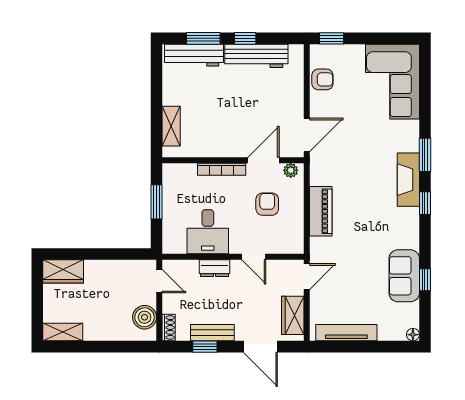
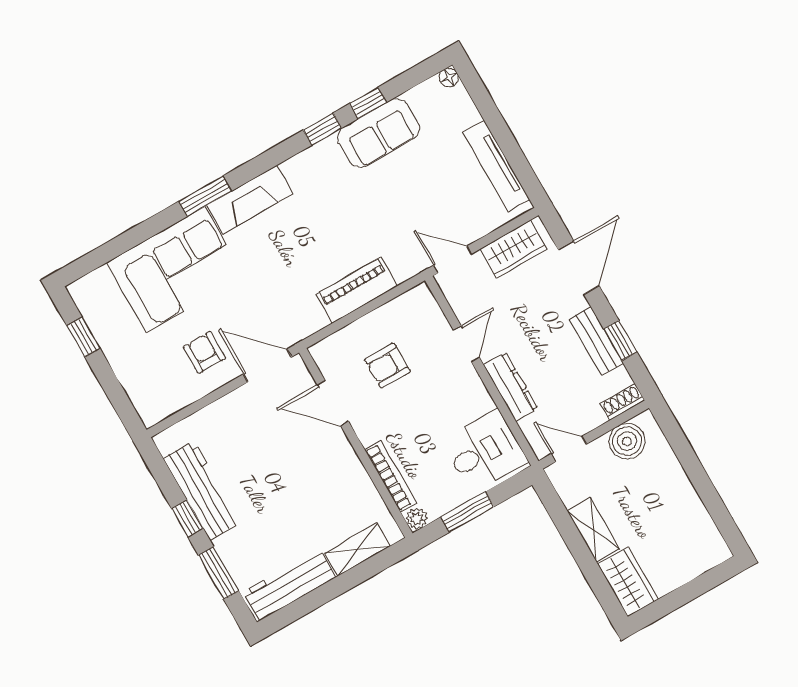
window: (332, 38) -> (83, 337), moved
workbench: (194, 55) -> (290, 585), moved, turned -90
armchair: (322, 79) -> (204, 352), moved
corner sofa: (392, 82) -> (176, 269), moved
bookcase: (222, 169) -> (391, 477), moved
plant: (291, 170) -> (417, 519), moved
window: (425, 203) -> (323, 129), moved
desk: (208, 232) -> (484, 451), moved
dresser: (215, 268) -> (510, 386), width x1.44
door: (159, 281) -> (569, 449), hinge flipped
shelving: (63, 332) -> (593, 530), moved

